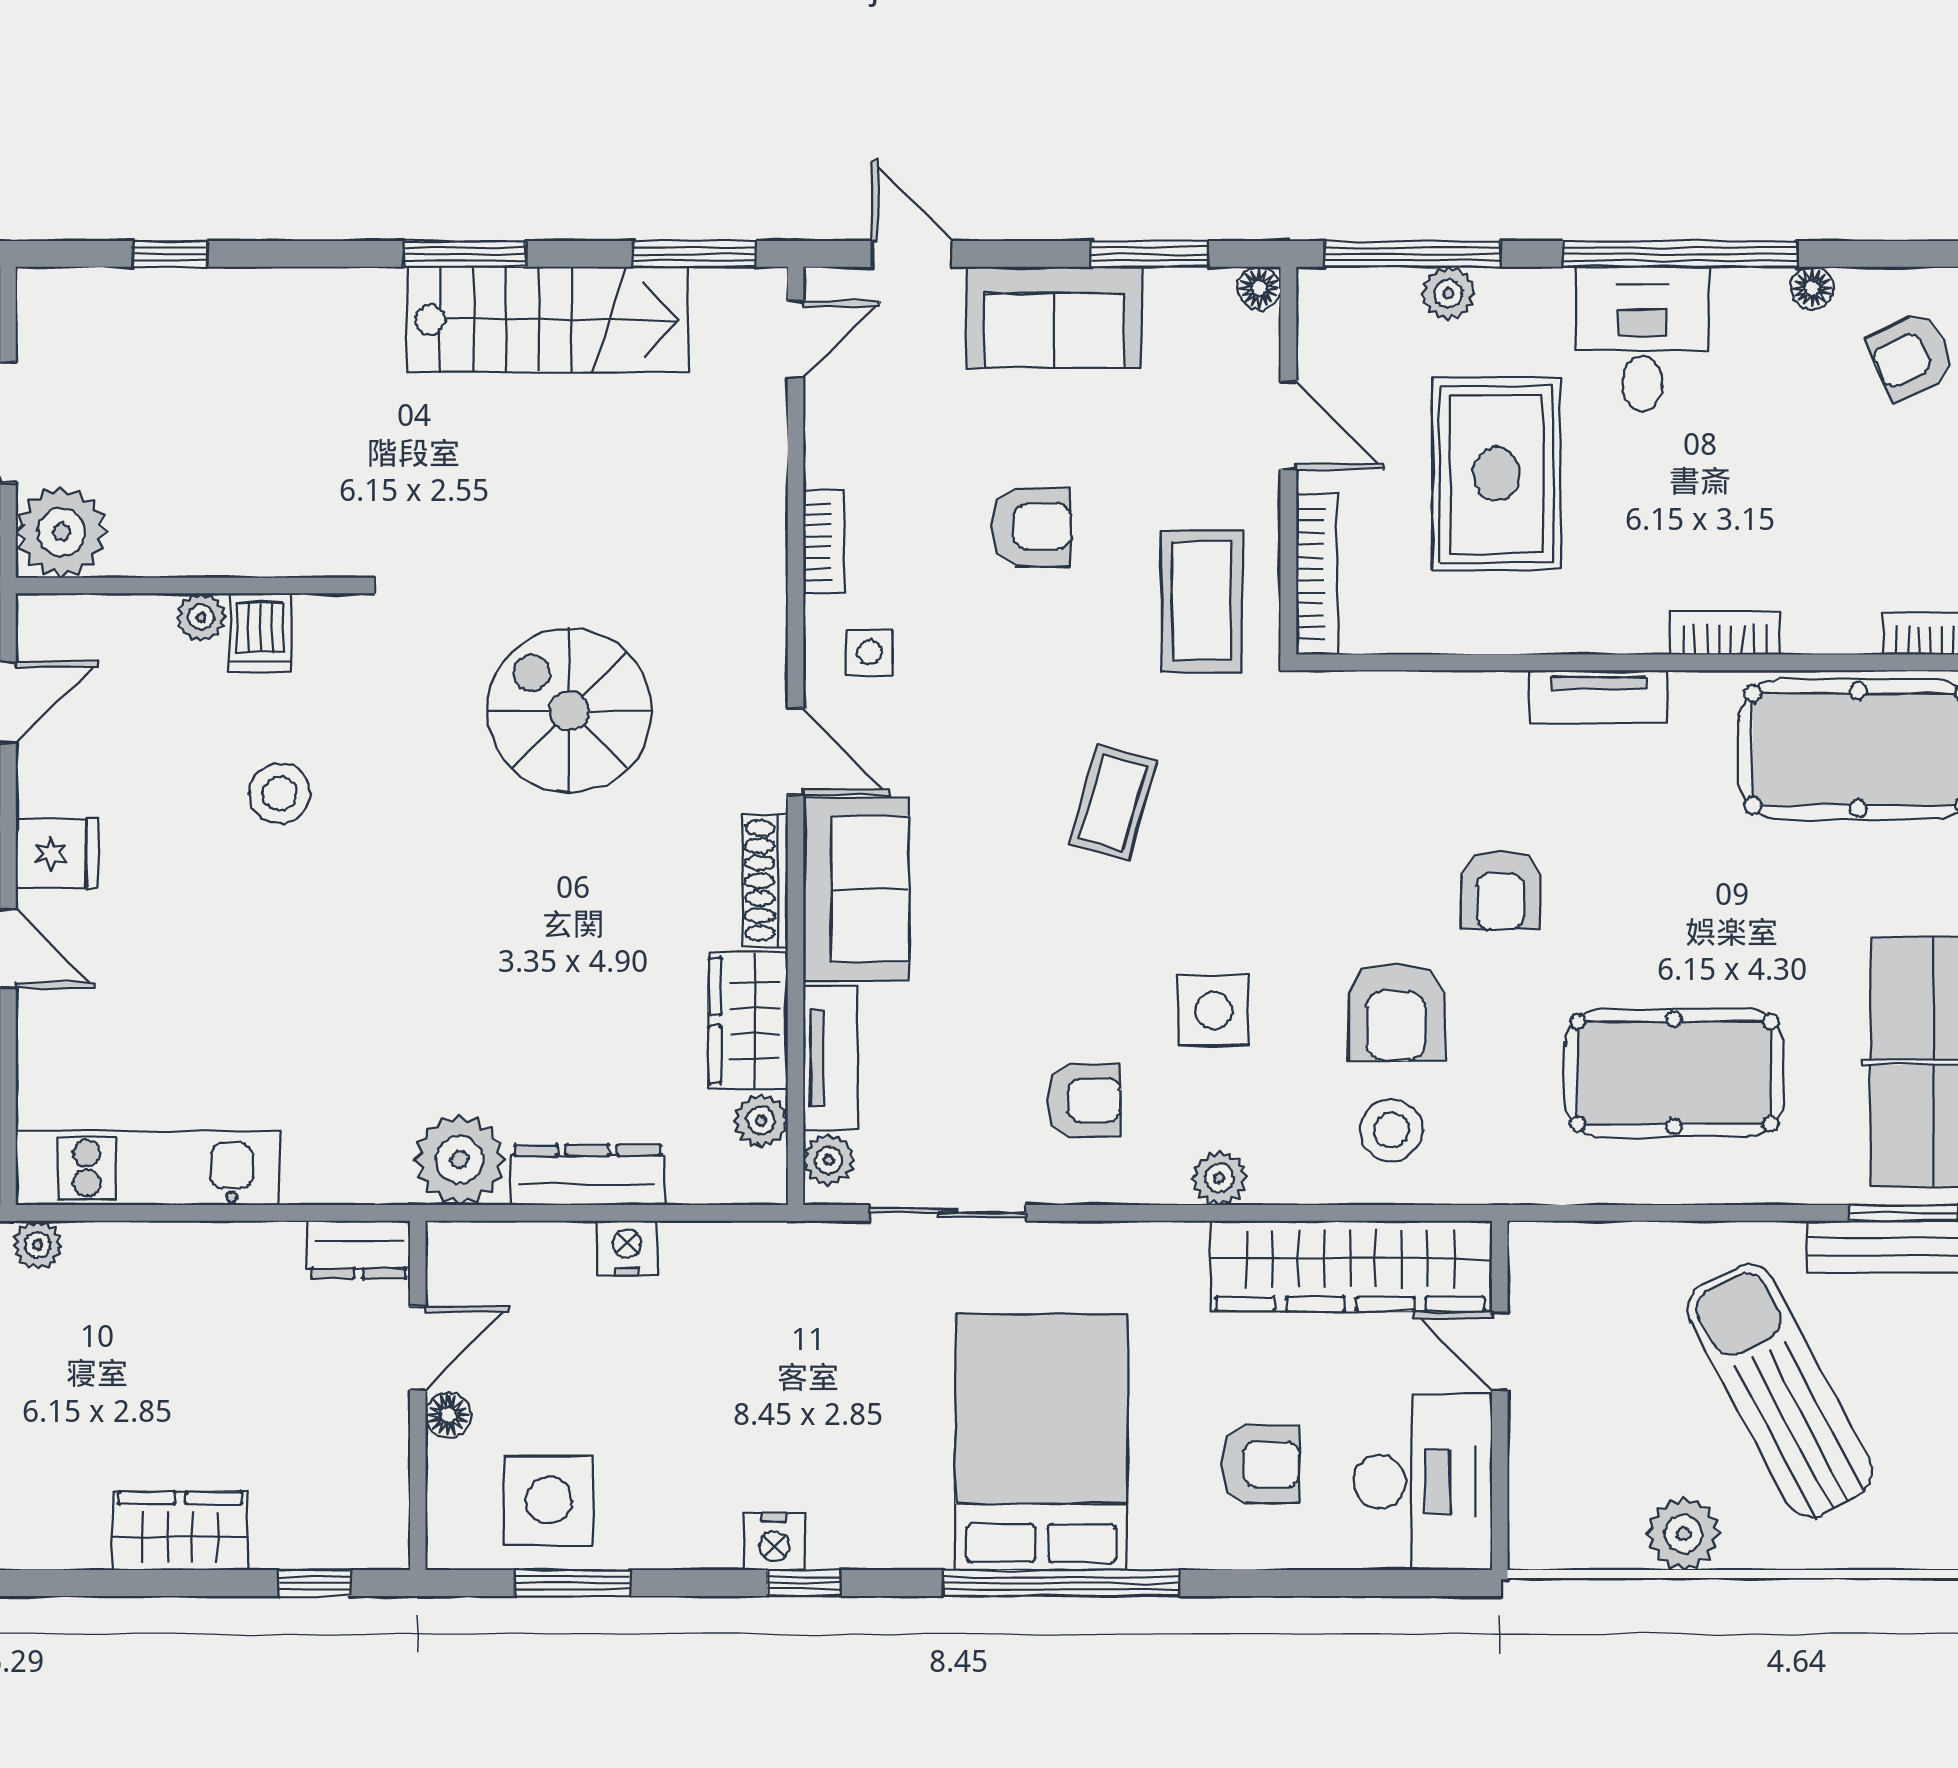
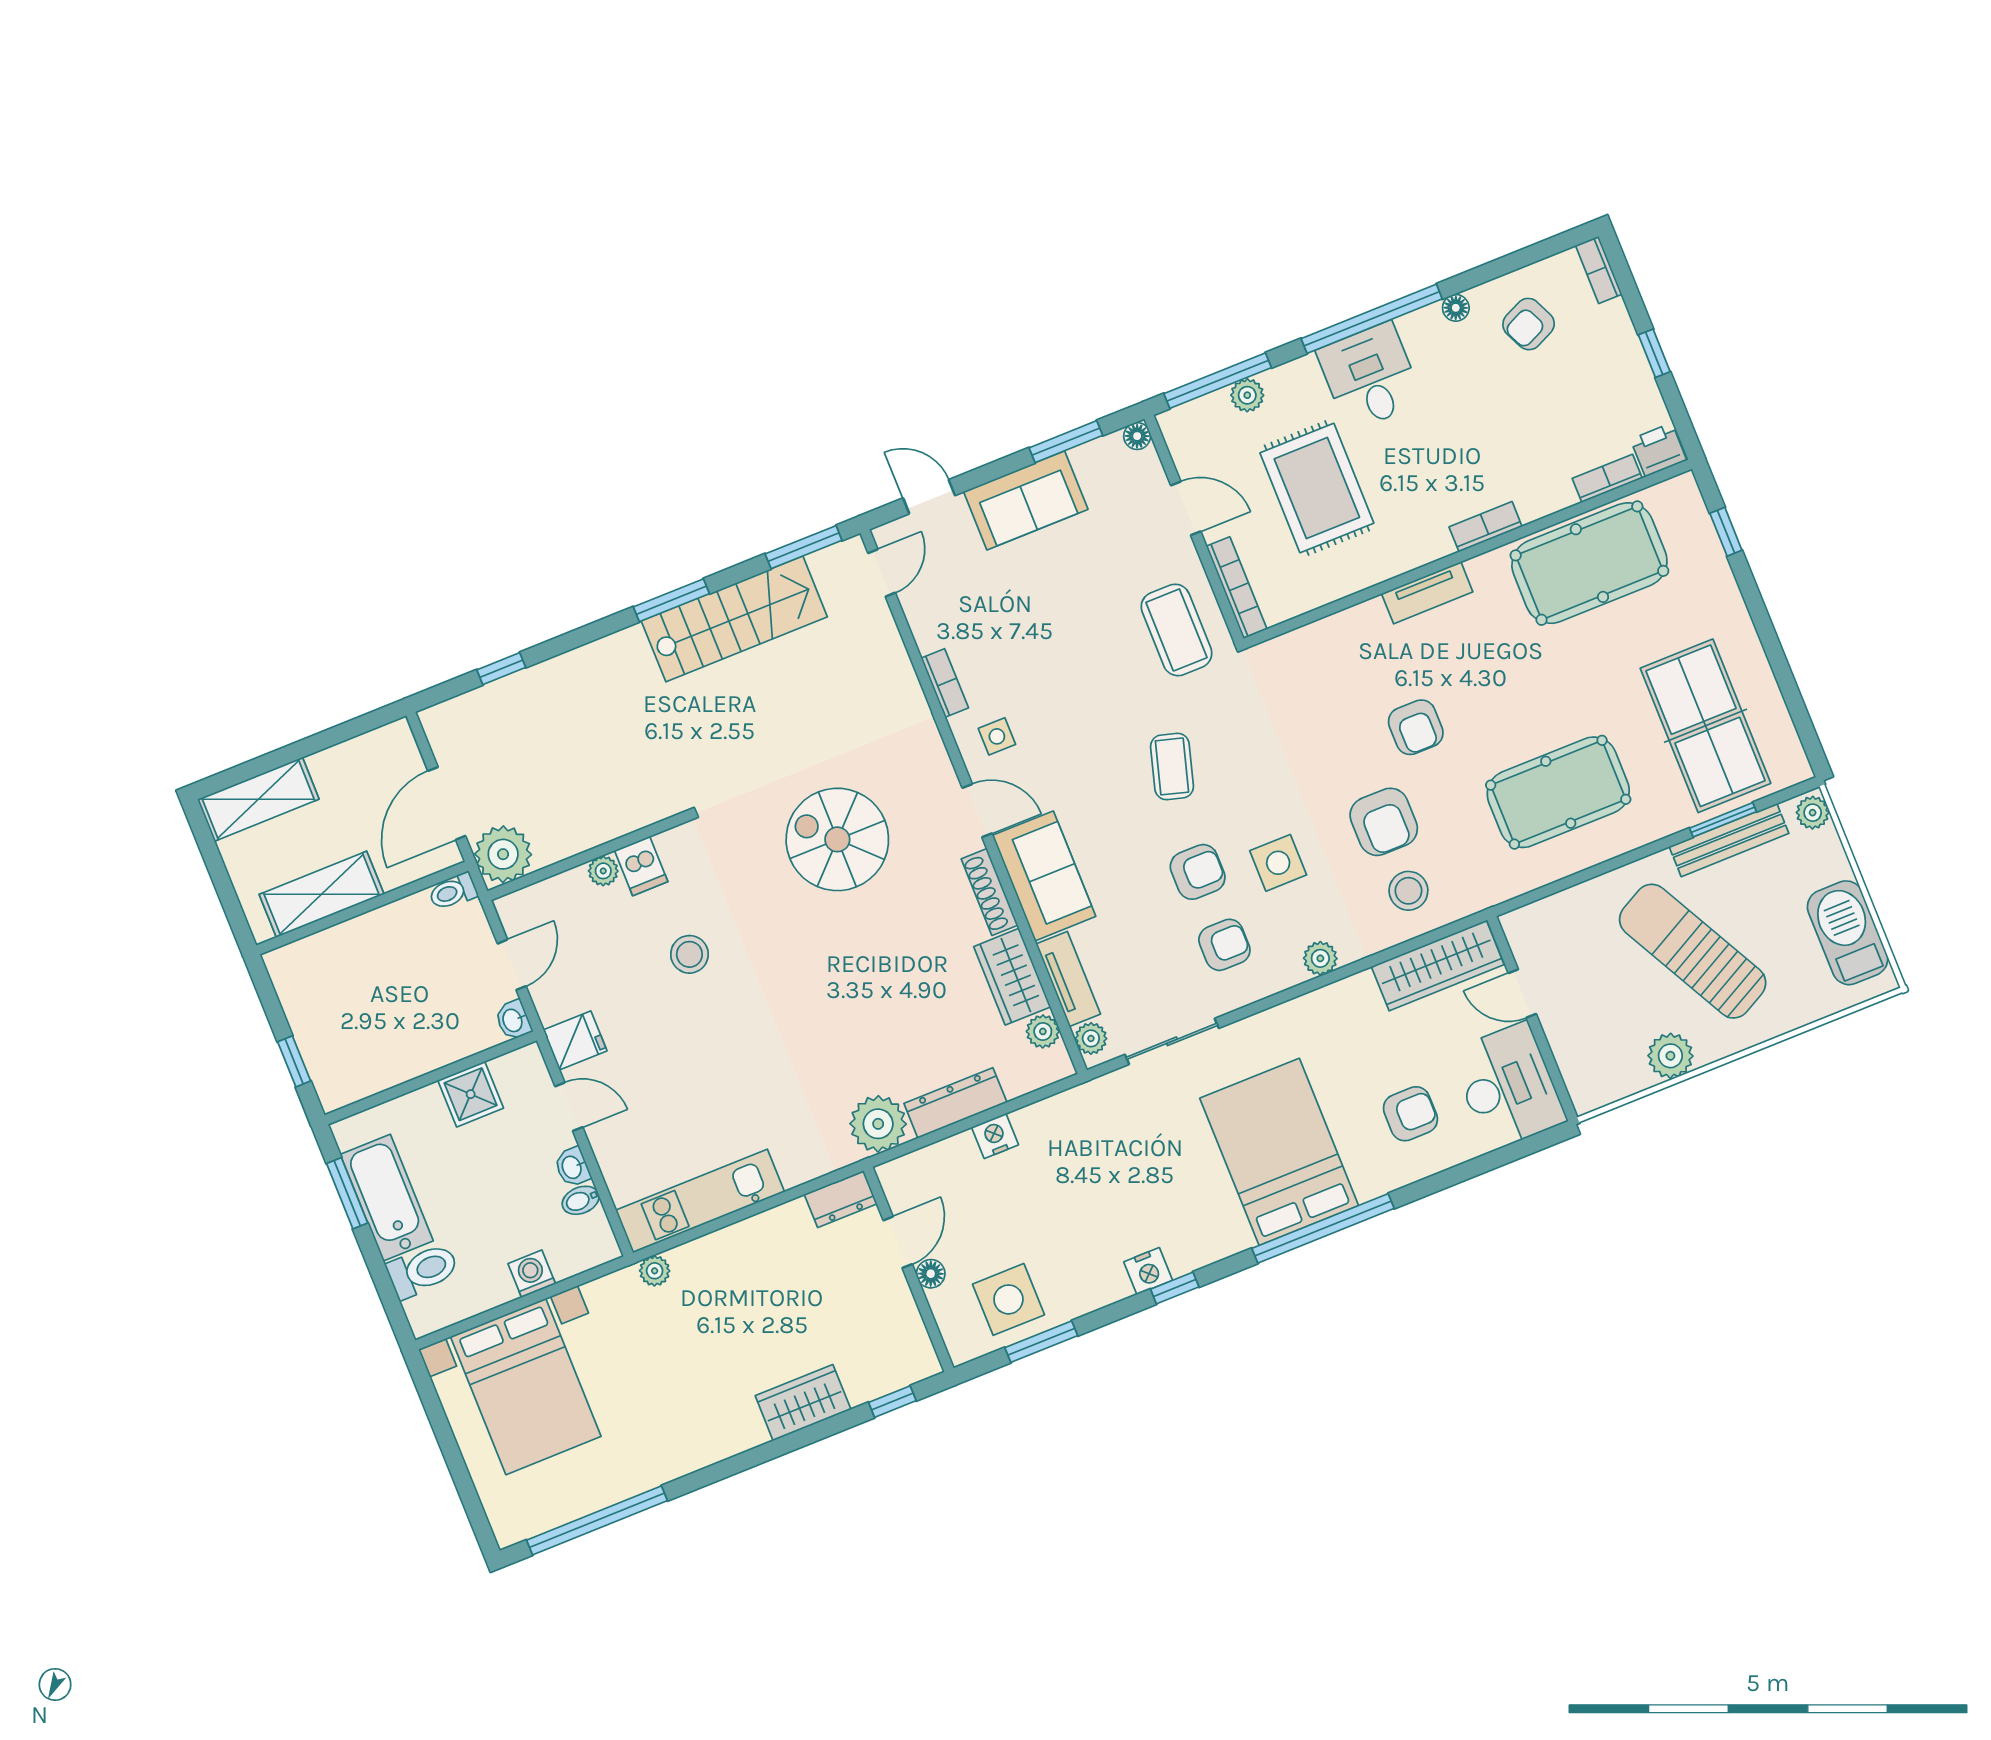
armchair: (1031, 527) -> (1198, 872), moved
wardrobe: (1350, 1266) -> (1438, 966), width x0.71, depth x0.85

